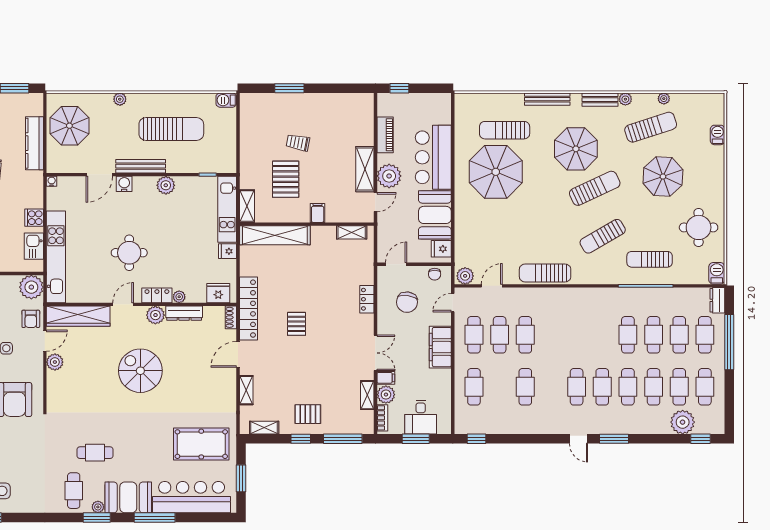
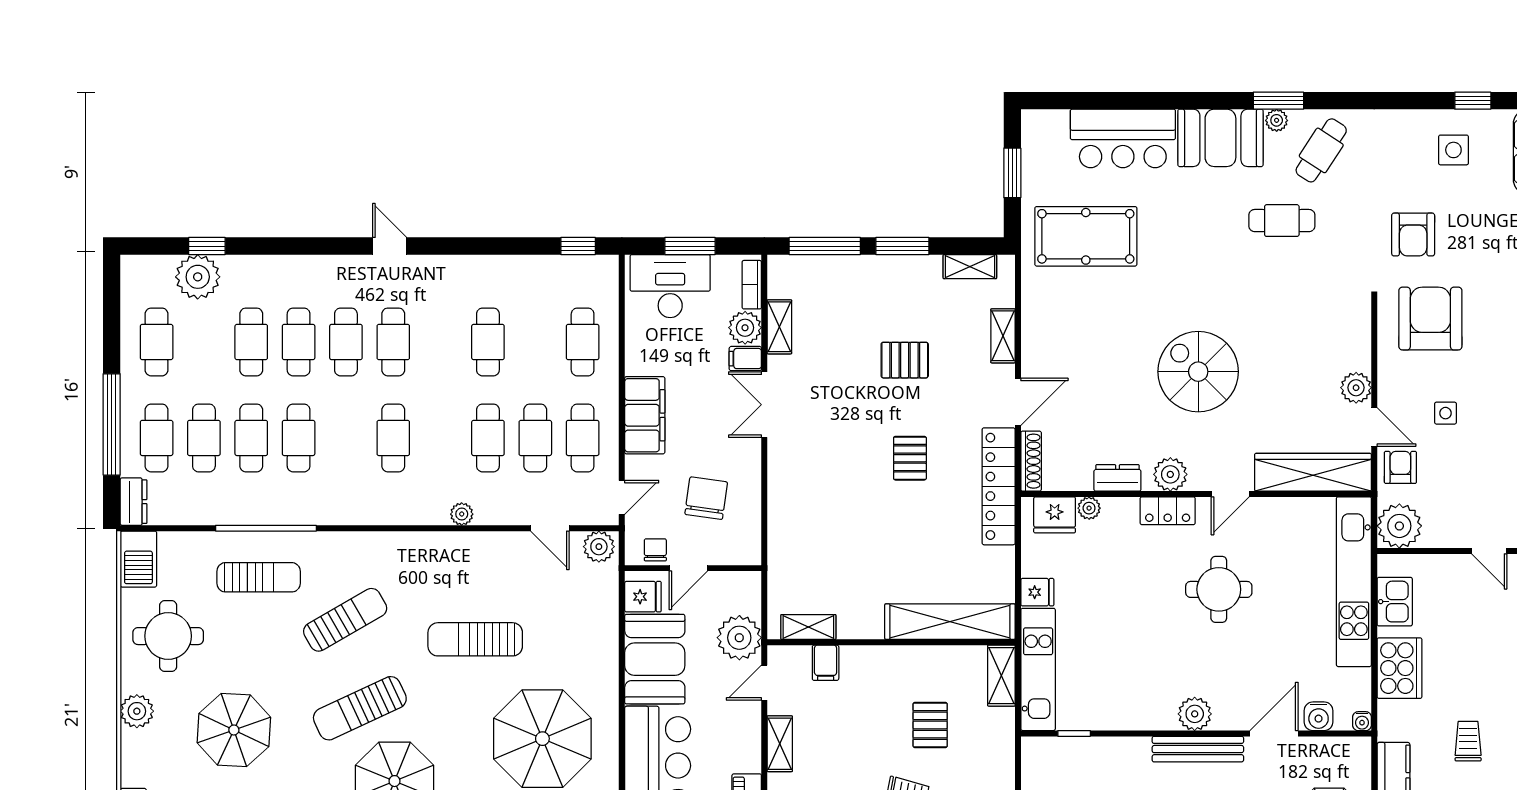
shelving: (365, 169) -> (780, 744), width x0.67, depth x0.75
plant: (389, 176) -> (739, 638), moved
pallet: (286, 179) -> (930, 725), width x0.67, depth x0.71
water cooler: (124, 184) -> (1319, 716), moved
plant: (166, 185) -> (1195, 714), moved
plant: (716, 187) -> (137, 711), added
filing cabinet: (318, 213) -> (826, 663), moved
cooker: (34, 218) -> (1399, 668), width x1.87, depth x1.31
door: (396, 264) -> (688, 568), moved
sun lounger: (545, 273) -> (475, 639), moved, turned 180
barbecue: (717, 273) -> (138, 559), width x1.38, depth x1.27
door: (492, 286) -> (550, 528), hinge flipped
plant: (539, 294) -> (462, 514), added
plant: (179, 297) -> (1089, 508), moved
locker: (367, 299) -> (780, 504), removed
dresser: (184, 313) -> (1117, 478), width x0.70
shoe rack: (231, 317) -> (1031, 461), width x1.43
door: (45, 341) -> (1374, 427), swing flipped
spiral stairs: (140, 371) -> (1198, 372), turned 180
cafe table: (679, 387) -> (393, 438), moved
pallet: (308, 414) -> (905, 360), moved
desk: (421, 417) -> (670, 286), width x1.37
window: (301, 439) -> (902, 246), width x1.50
window: (614, 439) -> (324, 246), removed
window: (701, 439) -> (207, 246), moved
armchair: (24, 445) -> (1413, 235), added
cafe table: (74, 491) -> (1321, 150), turned 33
bar counter: (192, 497) -> (1123, 138), width x0.73
window: (155, 518) -> (1172, 101), removed

